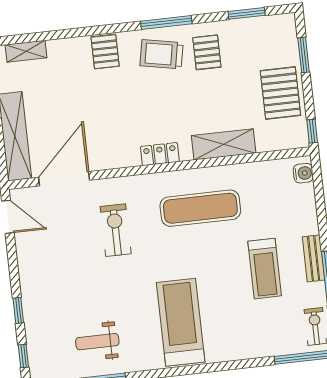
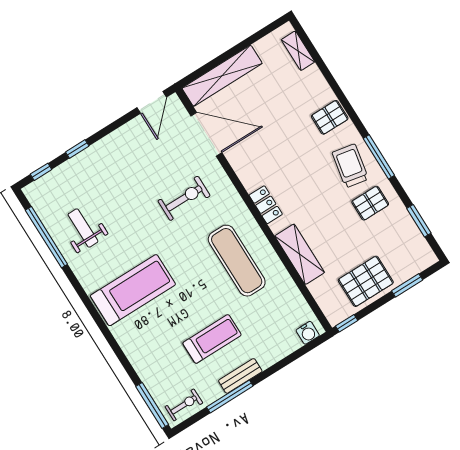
treadmill: (265, 269) -> (212, 339), turned 180

